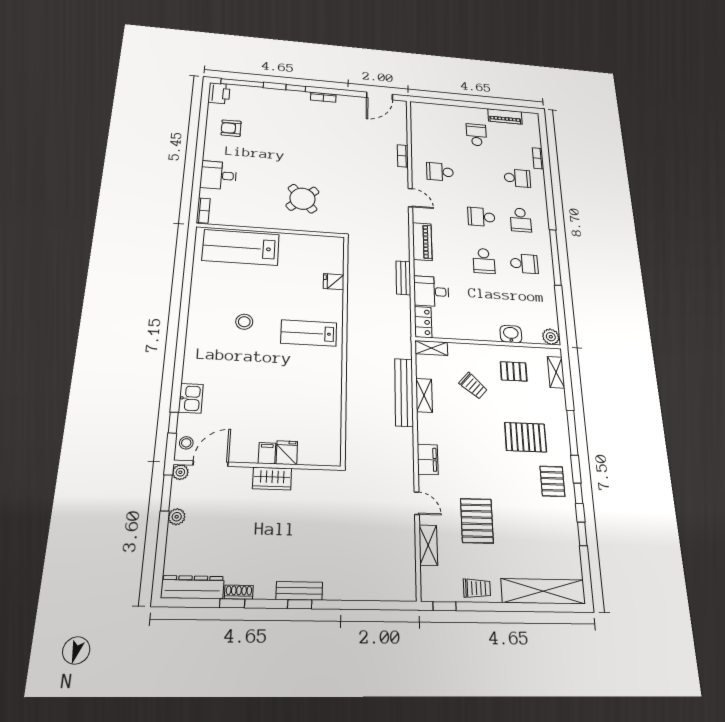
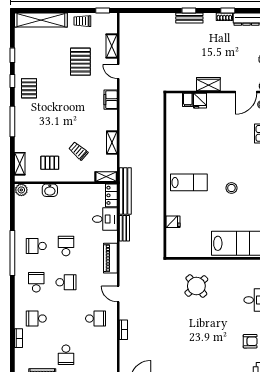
bench: (404, 392) -> (125, 191), moved
pallet: (526, 437) -> (45, 117), removed
filing cabinet: (267, 453) -> (188, 100), moved

